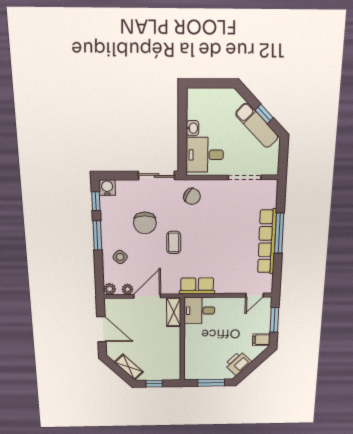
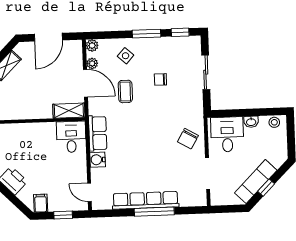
stool: (194, 102) -> (274, 122), added
sliding door: (156, 175) -> (206, 72), moved
water cooler: (107, 187) -> (98, 160), moved, turned 180
chair: (192, 196) -> (188, 139), moved
chair: (145, 223) -> (160, 79), width x0.54, depth x0.54
coffee table: (174, 242) -> (125, 91), moved, turned 90
window: (274, 320) -> (63, 215), width x0.67

